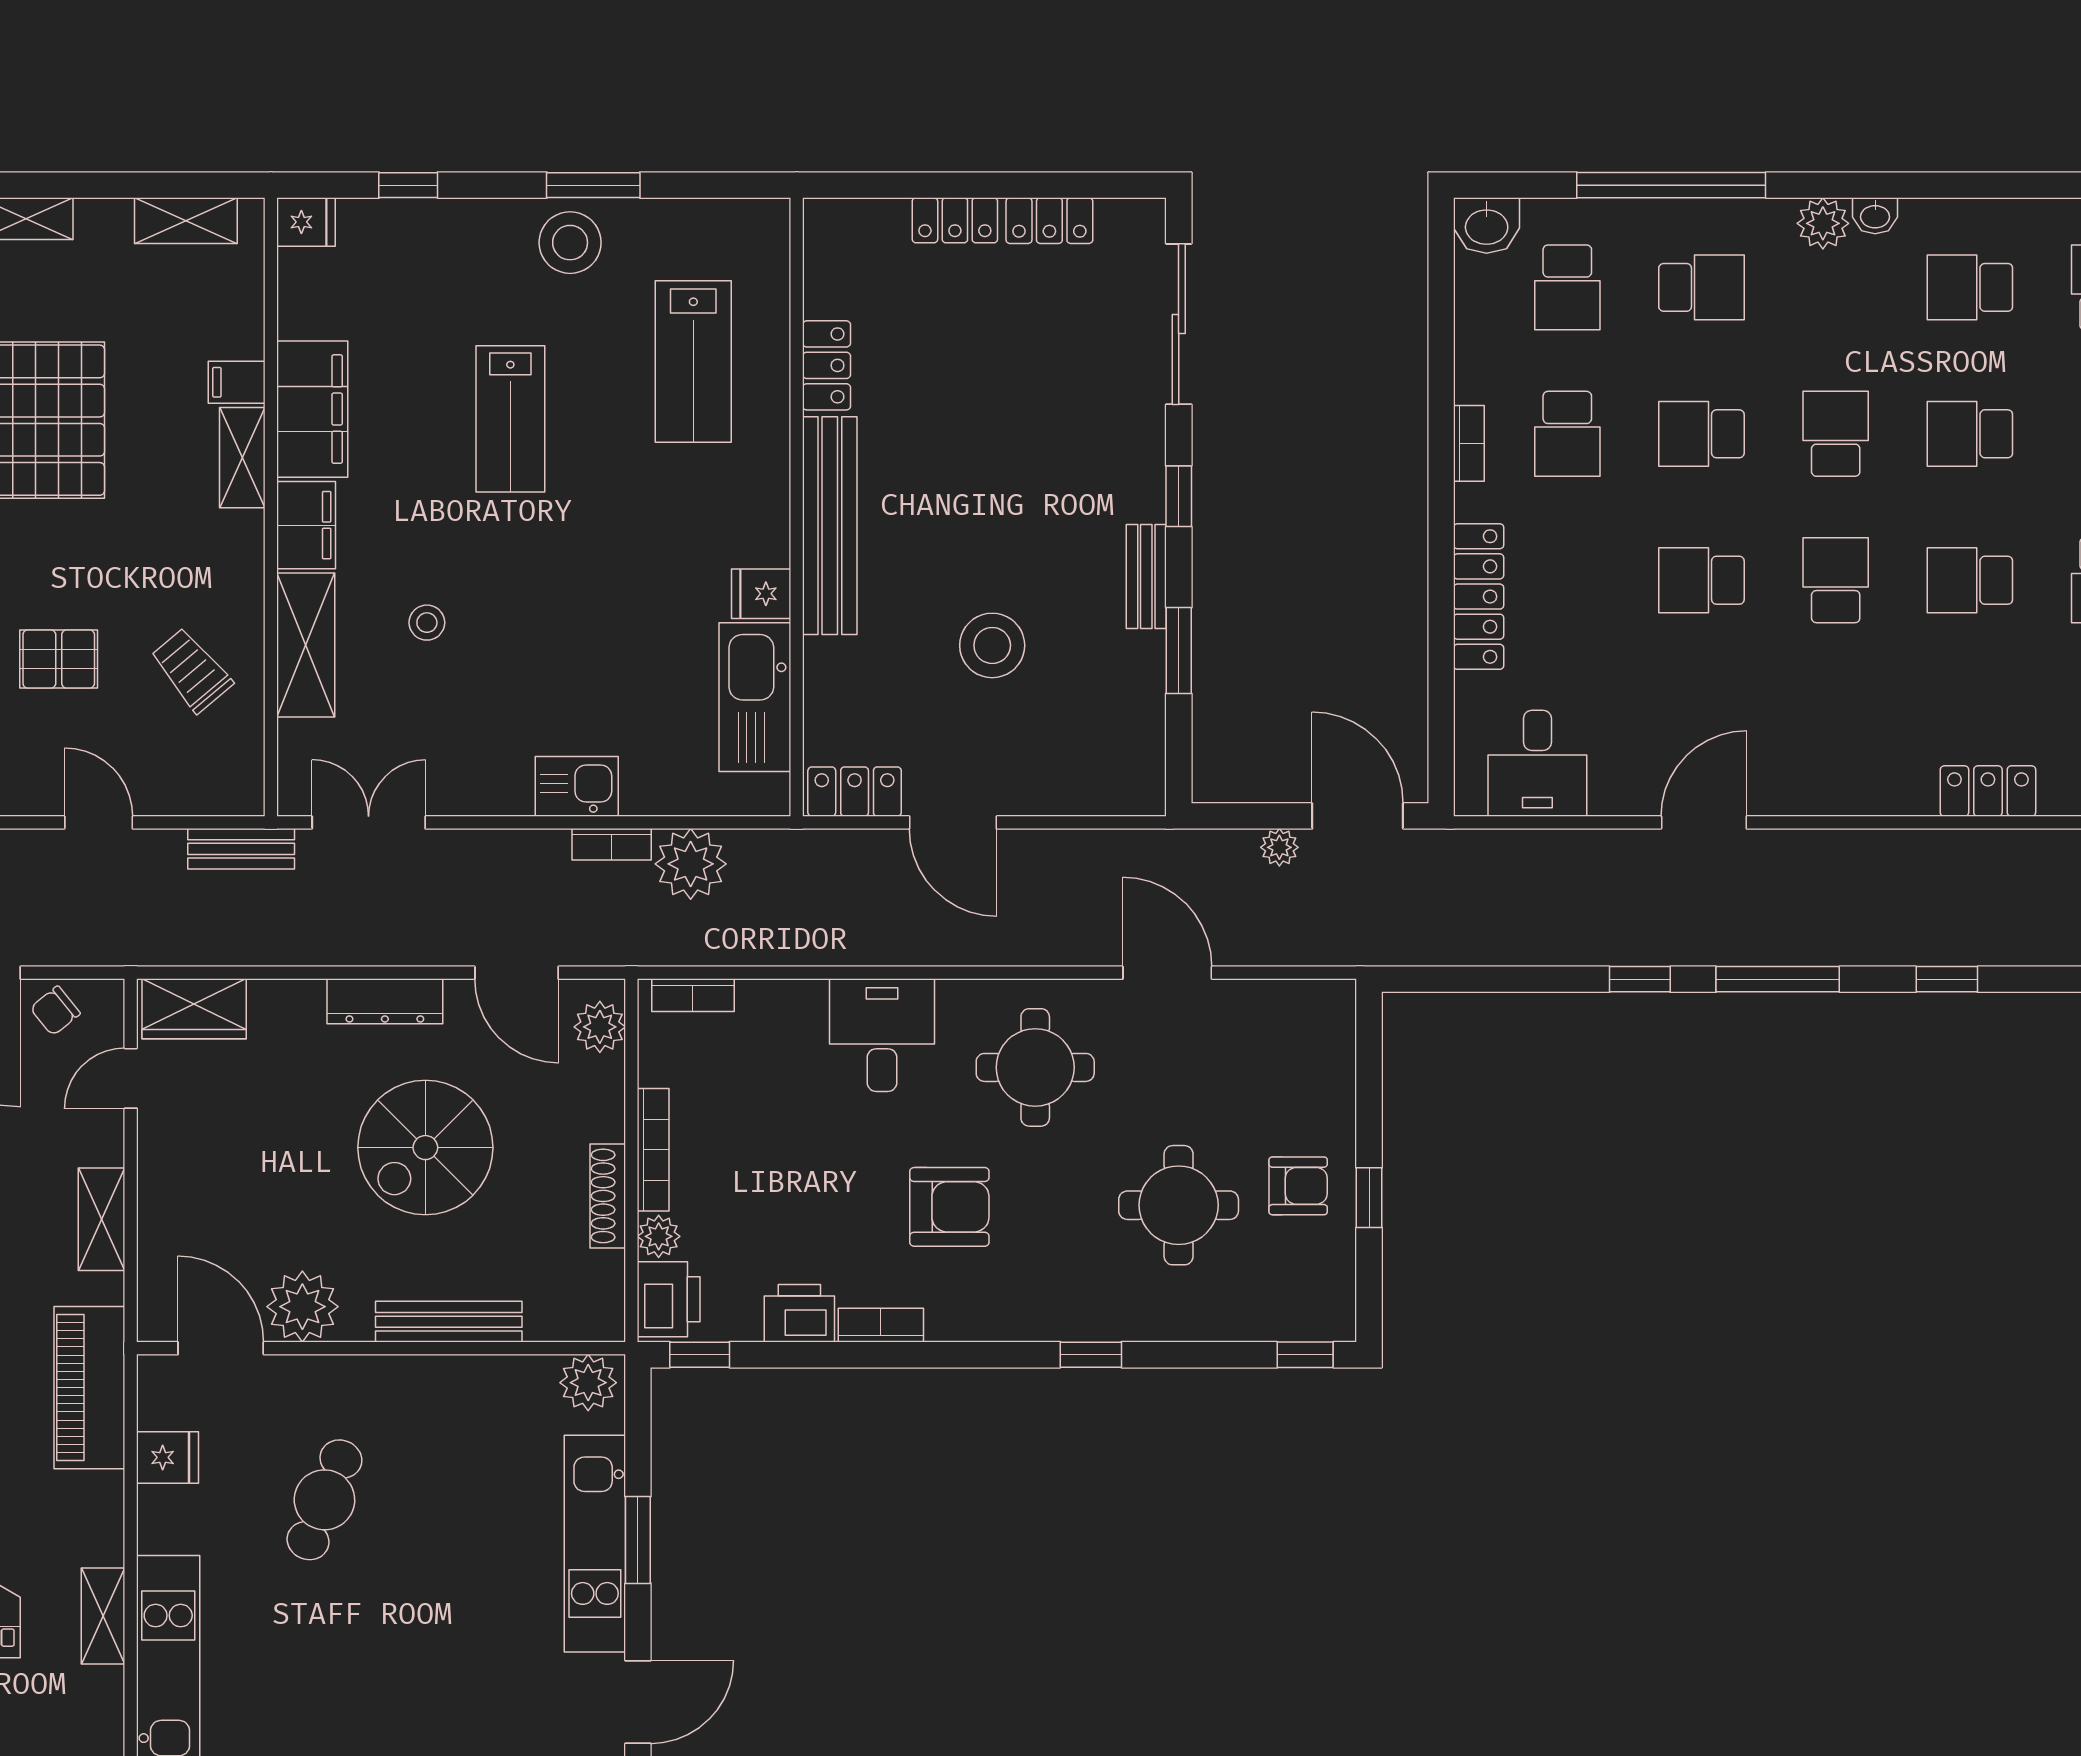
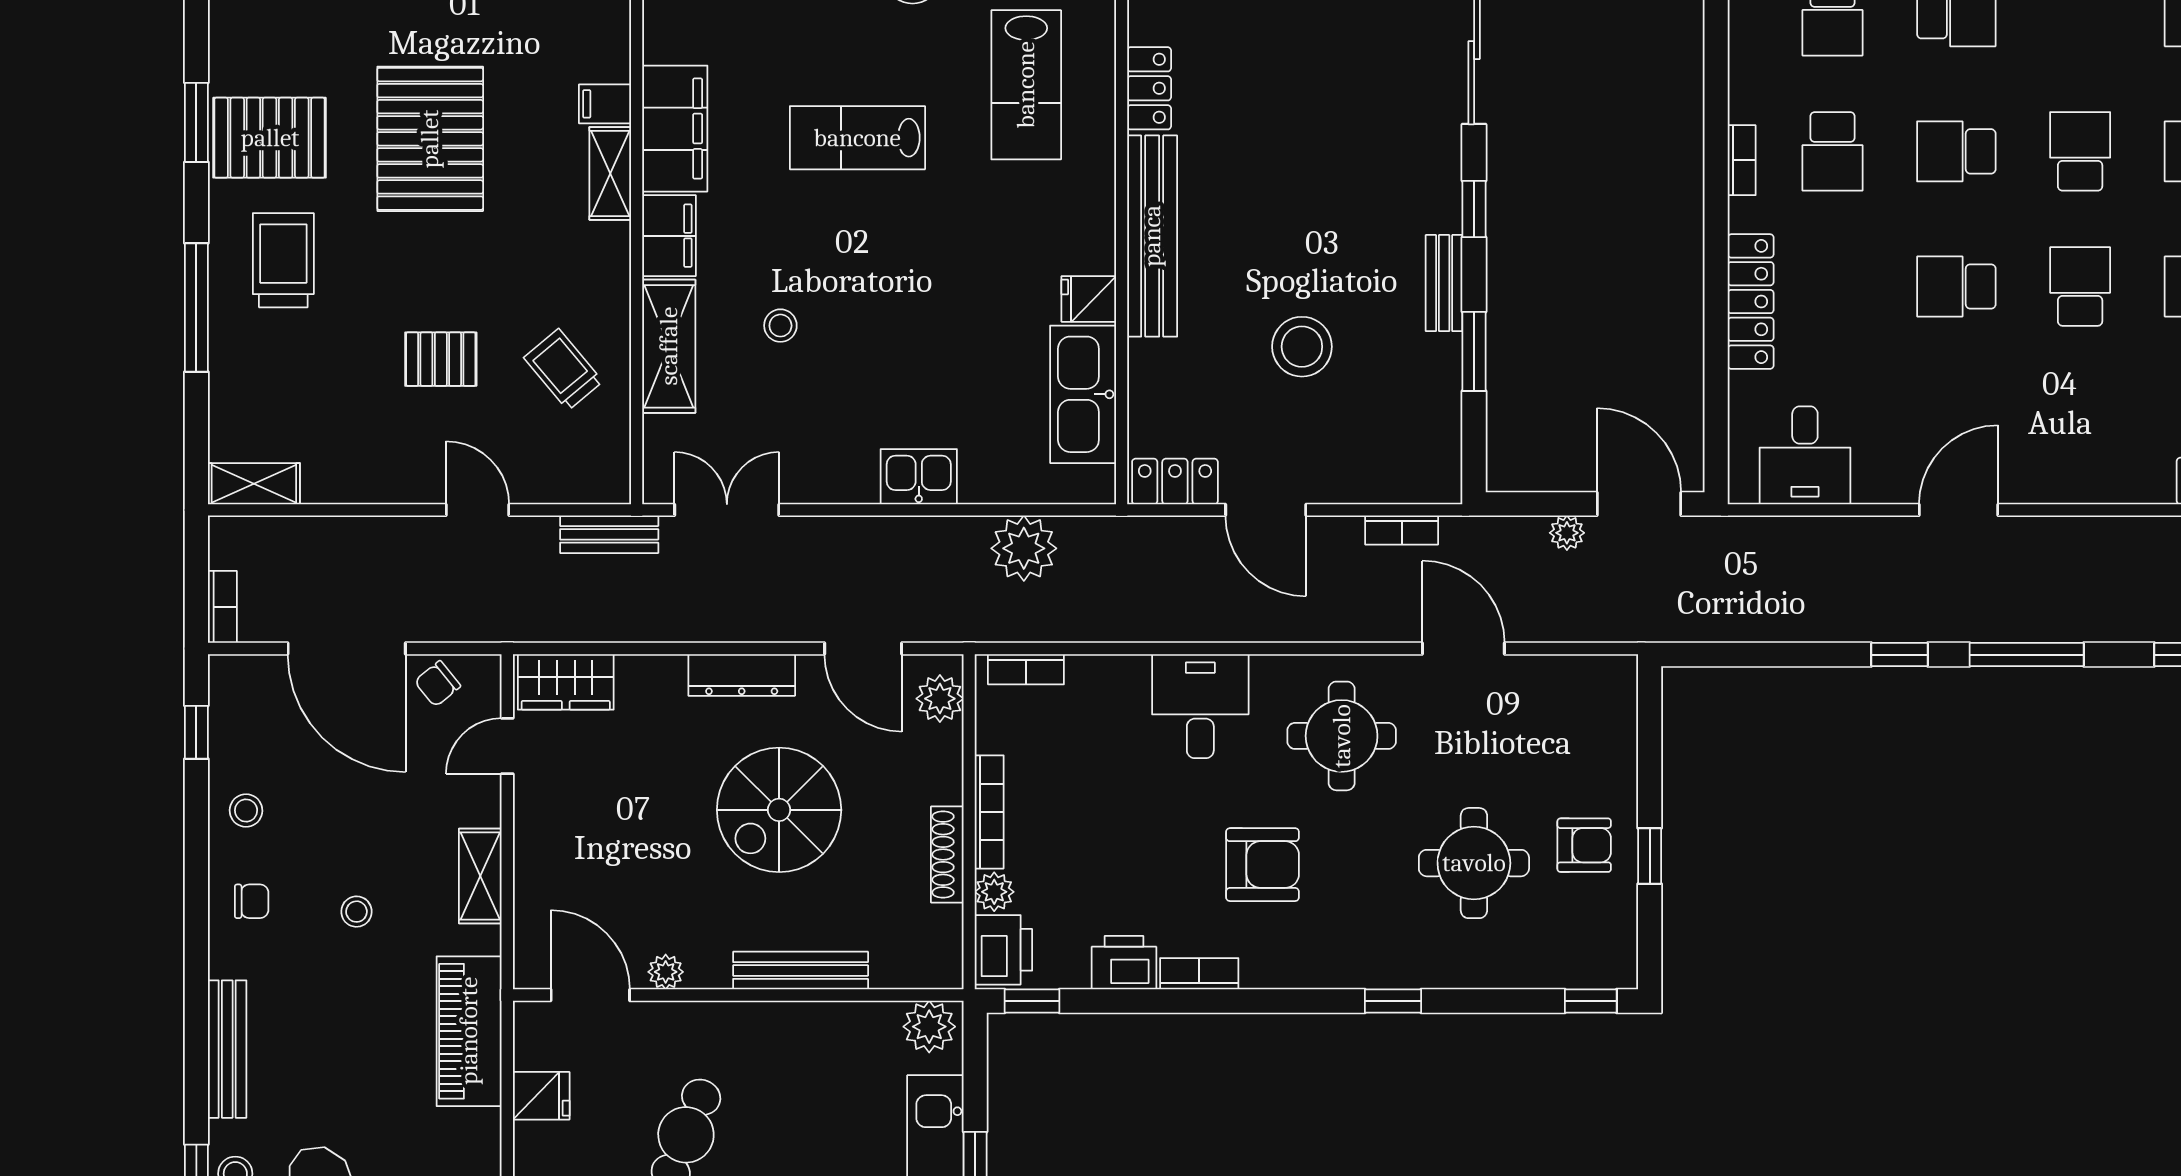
lab bench: (510, 419) -> (857, 138), turned 90
bookcase: (612, 844) -> (1402, 530), moved
plant: (302, 1307) -> (666, 972), width x0.53, depth x0.53

